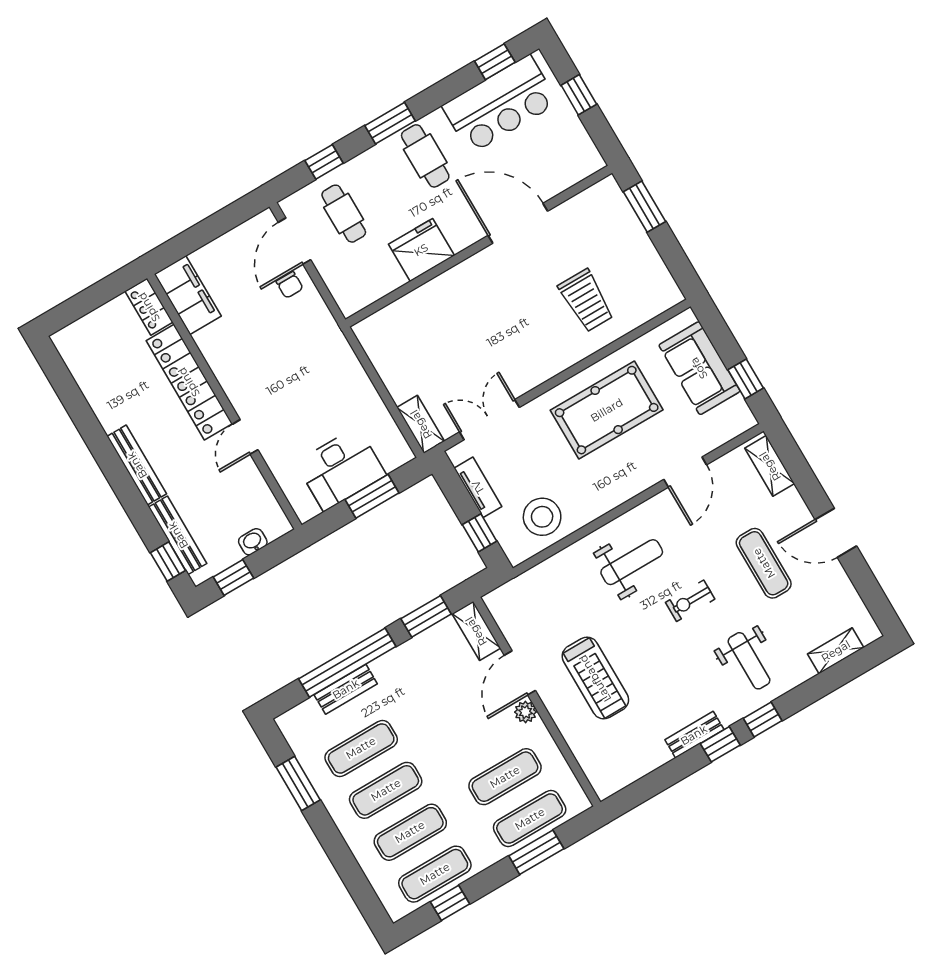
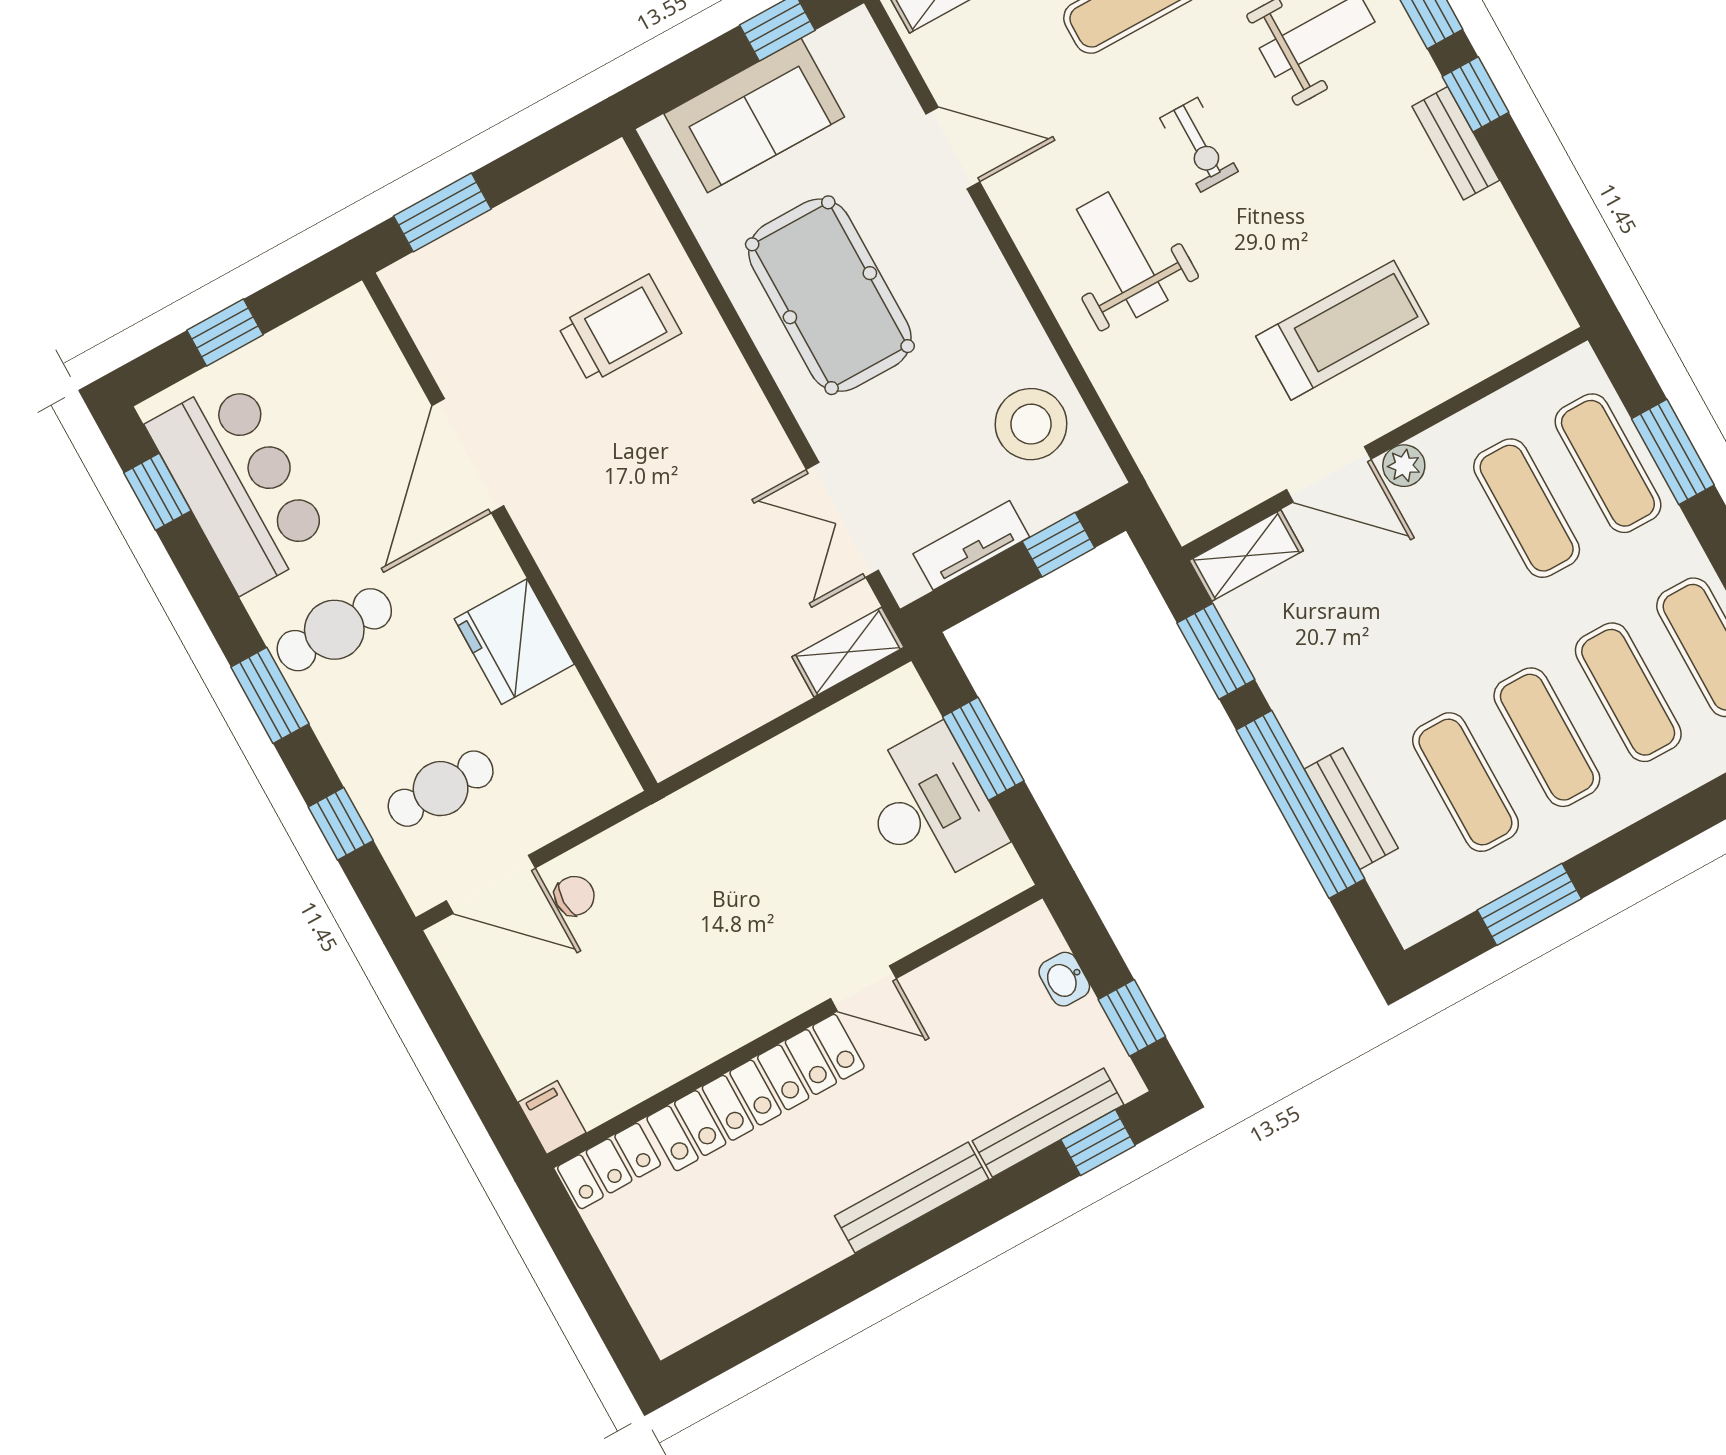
filing cabinet: (188, 295) -> (552, 1117), width x0.33, depth x0.86

